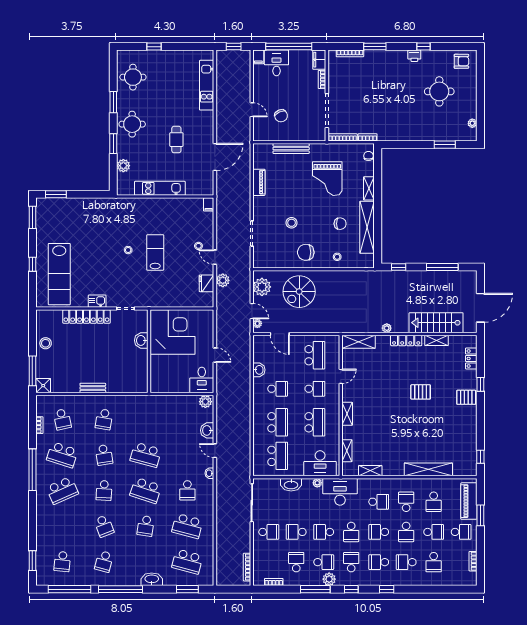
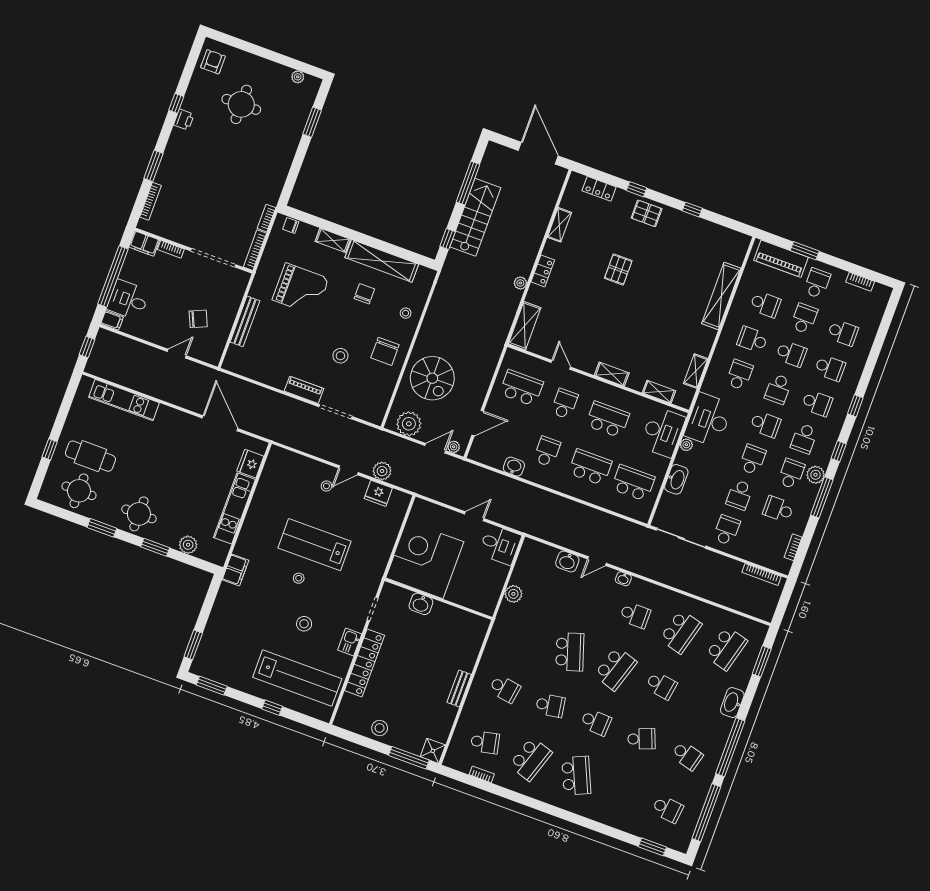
cafe table: (176, 140) -> (90, 456), moved, width x1.37, depth x1.35
piano: (259, 182) -> (304, 390), moved
fridge: (195, 188) -> (250, 464), added
filing cabinet: (209, 204) -> (235, 570), moved, width x2.00
lab bench: (155, 252) -> (315, 545), width x1.36, depth x1.39
stool: (98, 265) -> (304, 624), added
stairs: (436, 323) -> (475, 217), moved, turned 180
locker: (406, 340) -> (543, 271), width x0.66
pallet: (466, 397) -> (647, 213), turned 90
plant: (205, 402) -> (513, 594), moved
school desk: (146, 455) -> (570, 652), turned -33
window: (480, 457) -> (692, 210), moved
window: (32, 470) -> (536, 804), removed
school desk: (324, 532) -> (752, 460), turned 180
school desk: (351, 562) -> (804, 438), turned -90
school desk: (379, 562) -> (817, 403), turned -90
school desk: (406, 562) -> (830, 368), turned -90

